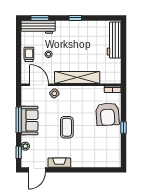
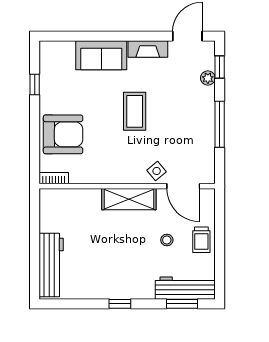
shelving: (77, 77) -> (129, 199), width x0.68
armchair: (107, 114) -> (63, 134), turned 94
sofa: (29, 120) -> (101, 55), moved, turned -90
window: (124, 127) -> (35, 85), moved

